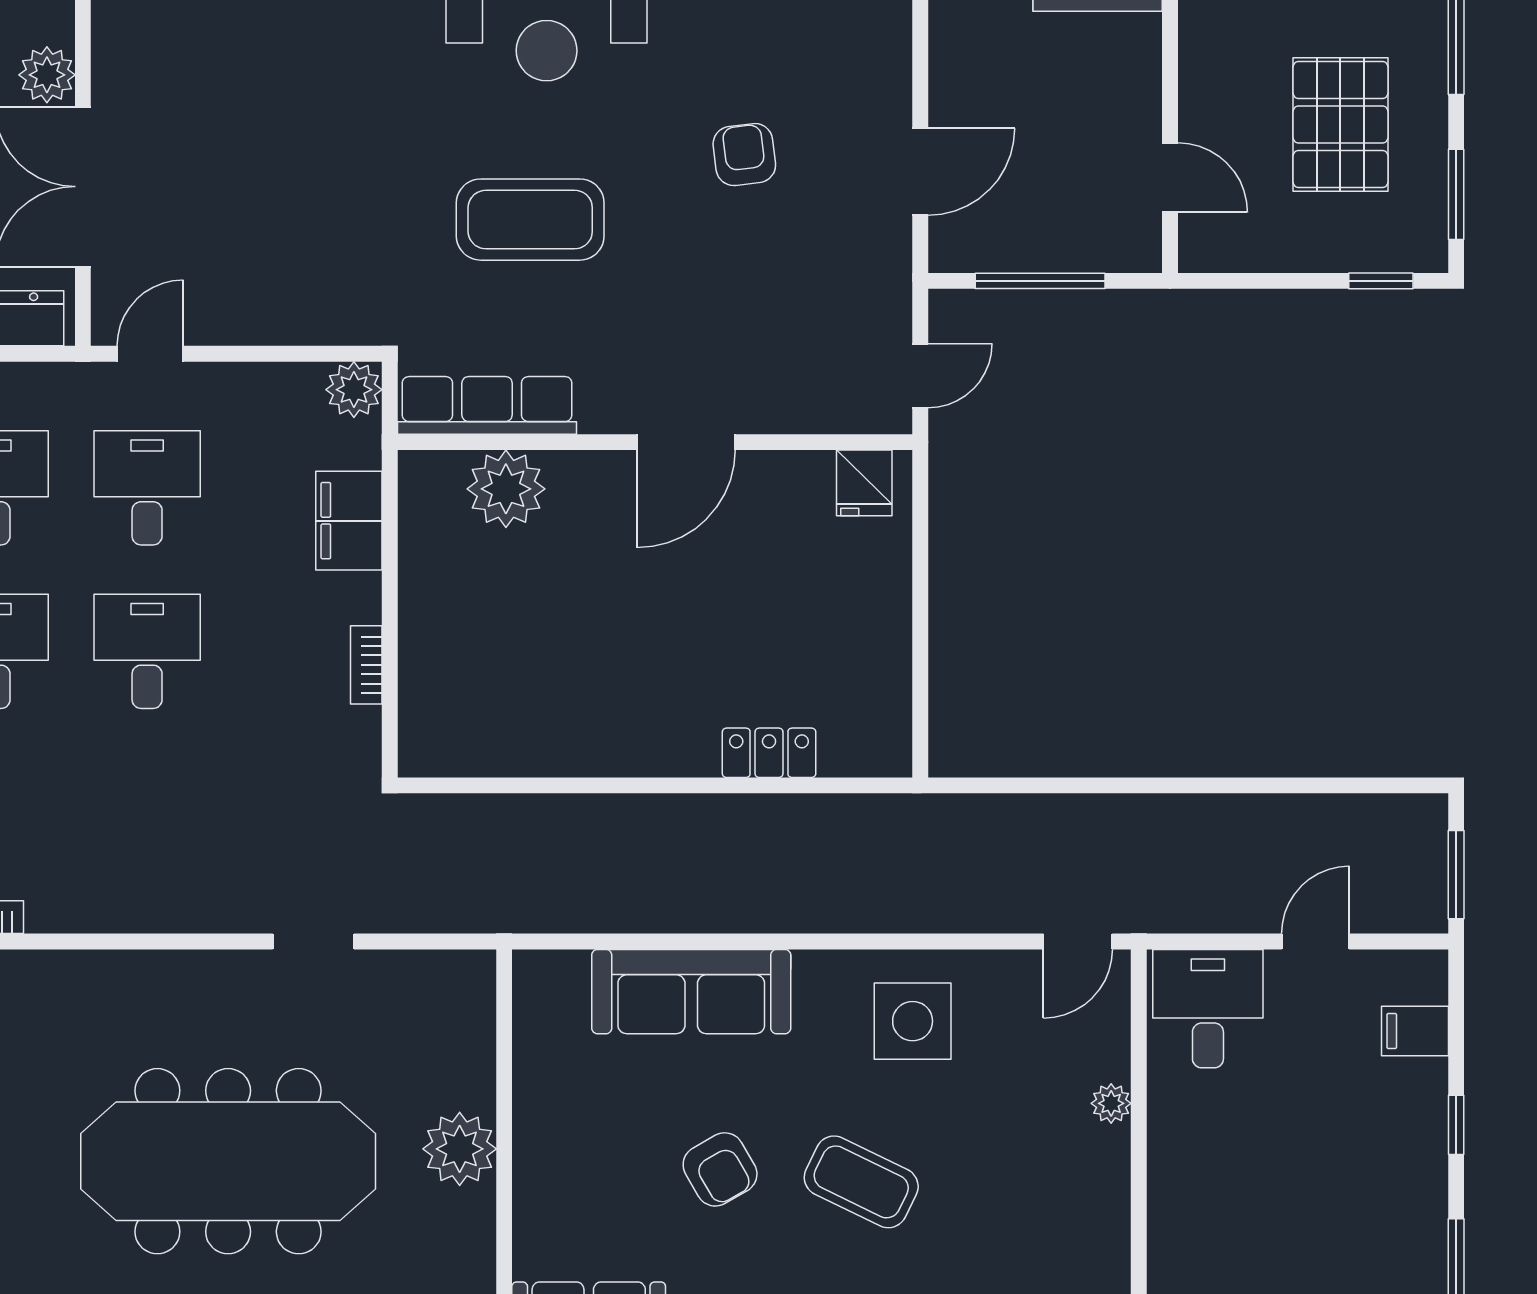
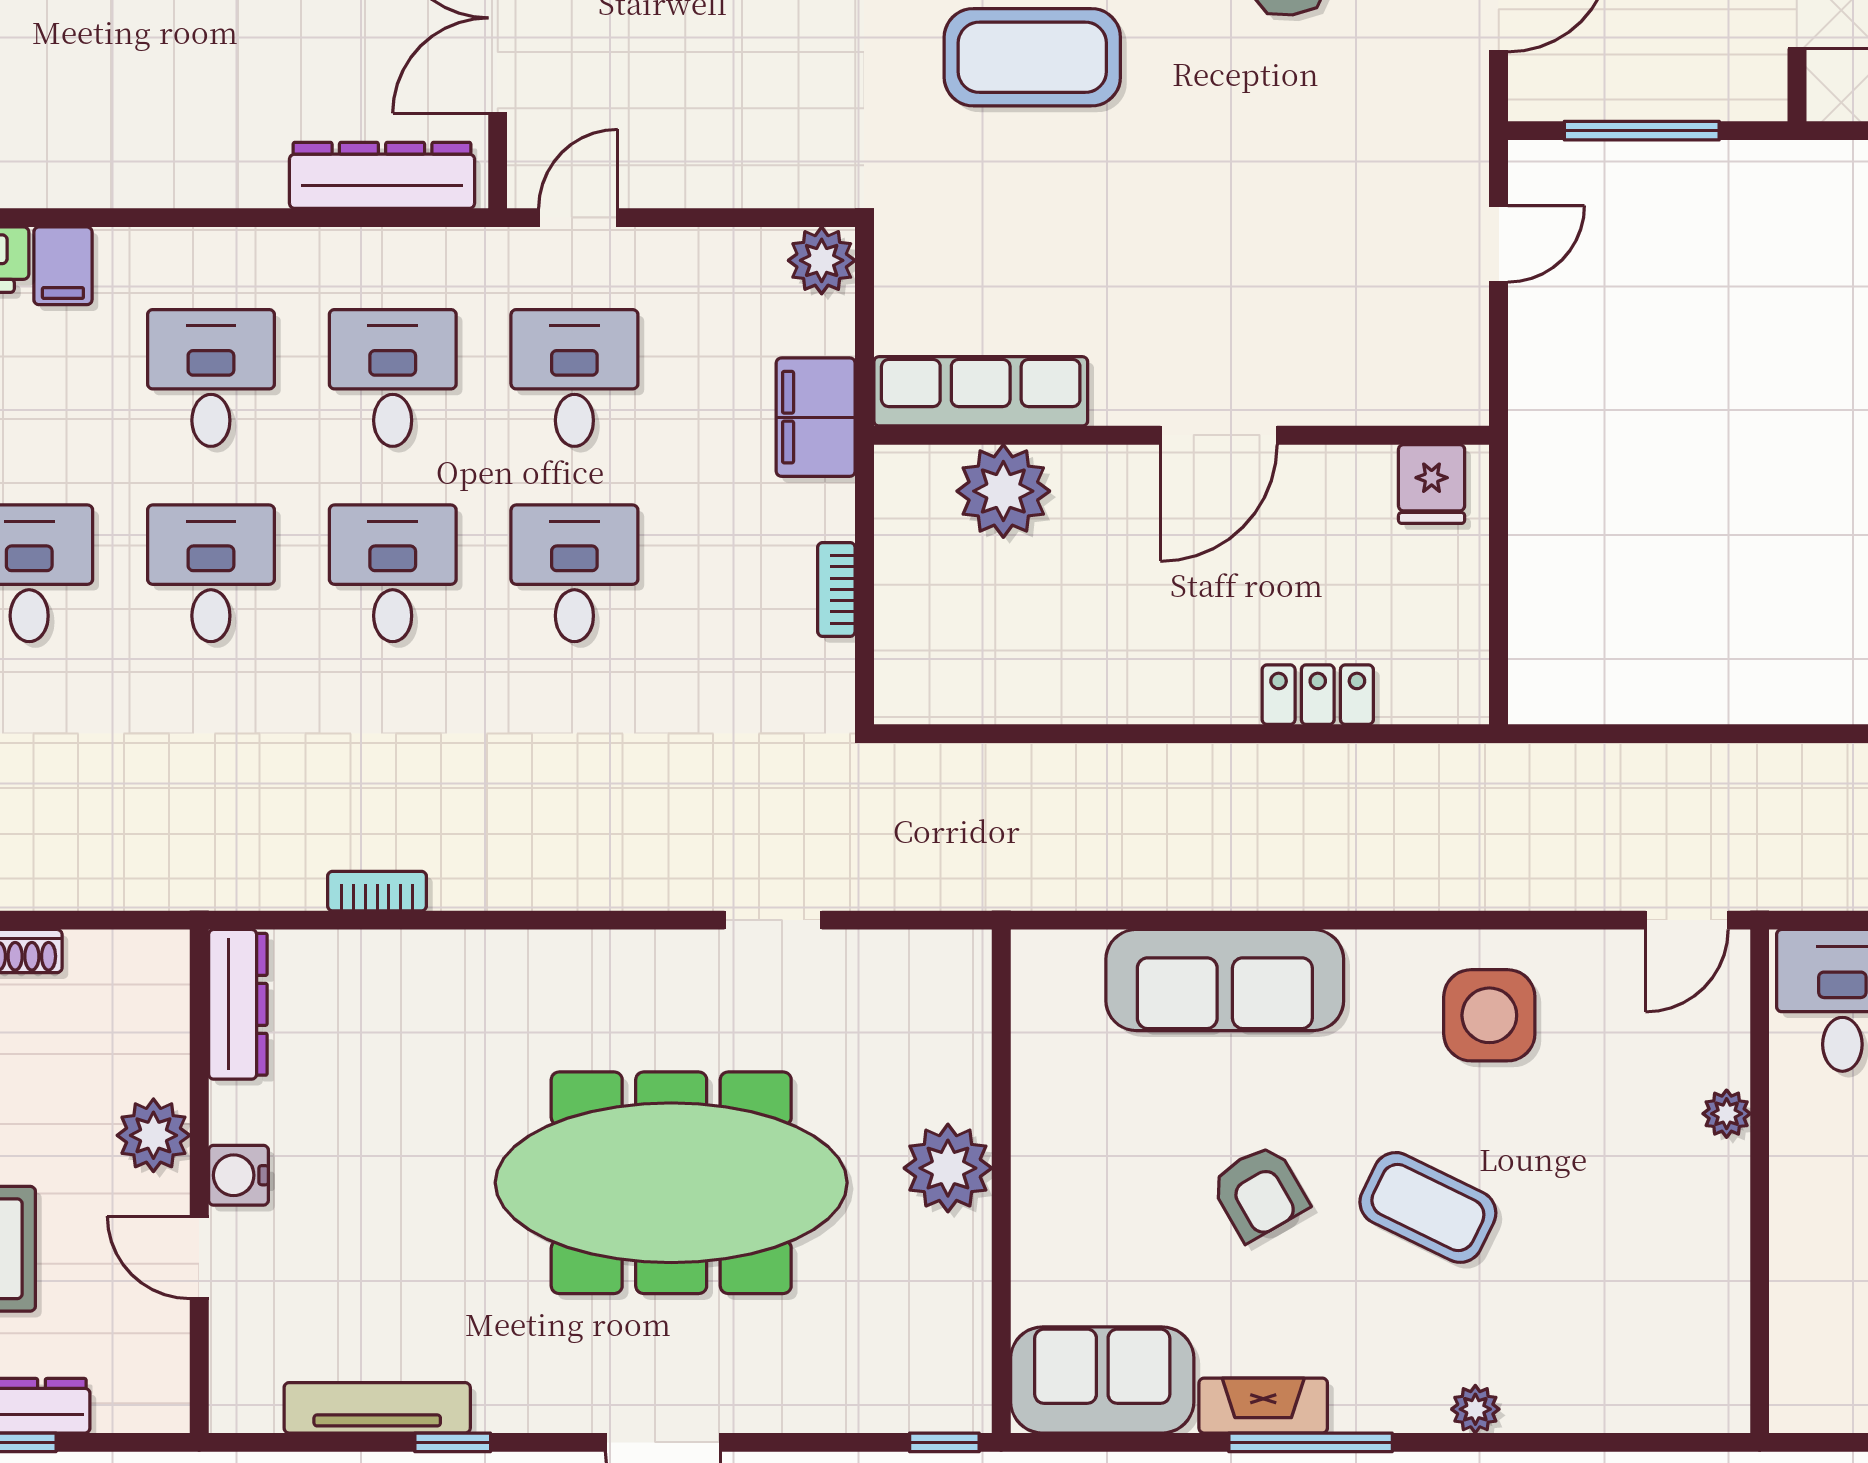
row of seats: (487, 405) -> (981, 391), moved
wall: (655, 442) -> (1181, 435), moved
door: (686, 442) -> (1219, 435), moved
fridge: (864, 483) -> (1432, 484), moved
plant: (506, 489) -> (1003, 491), moved

